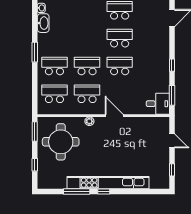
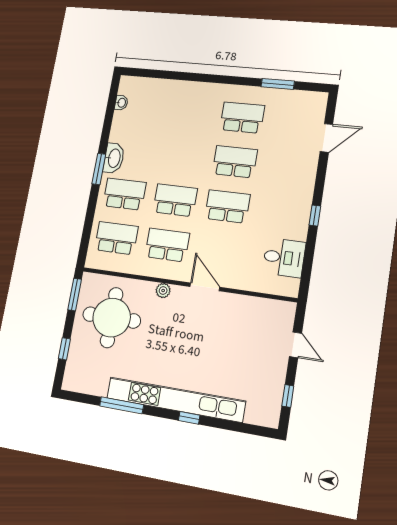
washbasin: (43, 23) -> (114, 158), moved
window: (172, 95) -> (307, 266), removed
desk: (158, 104) -> (284, 258), moved
window: (104, 191) -> (189, 418), moved

